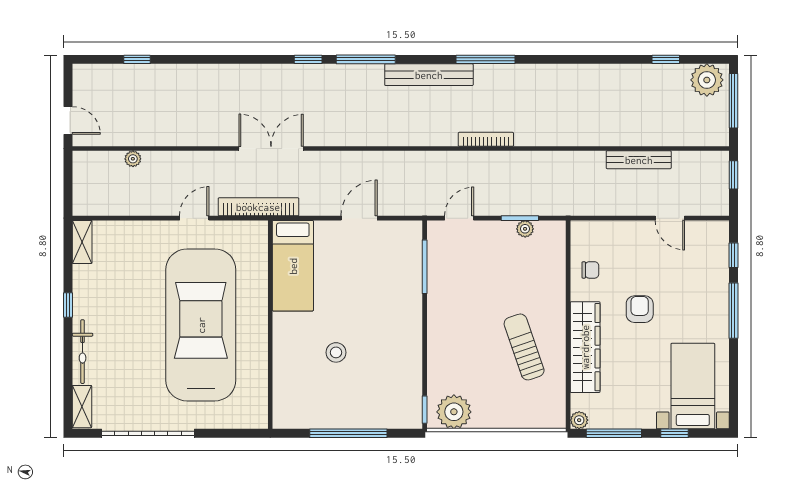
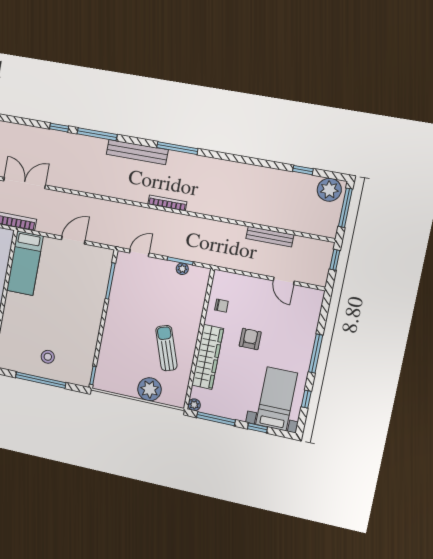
window: (733, 255) -> (306, 399), moved
stool: (336, 352) -> (48, 357), moved
plant: (454, 412) -> (149, 389), moved

